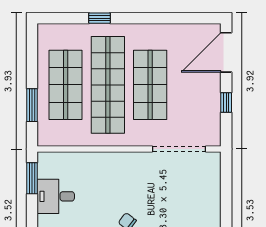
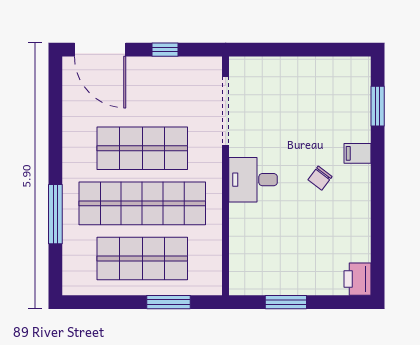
window: (100, 18) -> (55, 214), width x2.17
window: (32, 178) -> (286, 302), moved
desk: (56, 196) -> (253, 180), moved, turned 90

